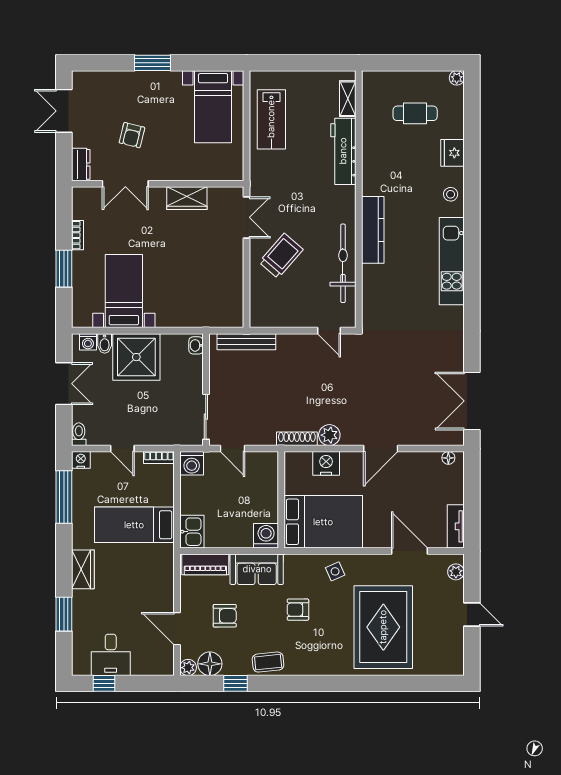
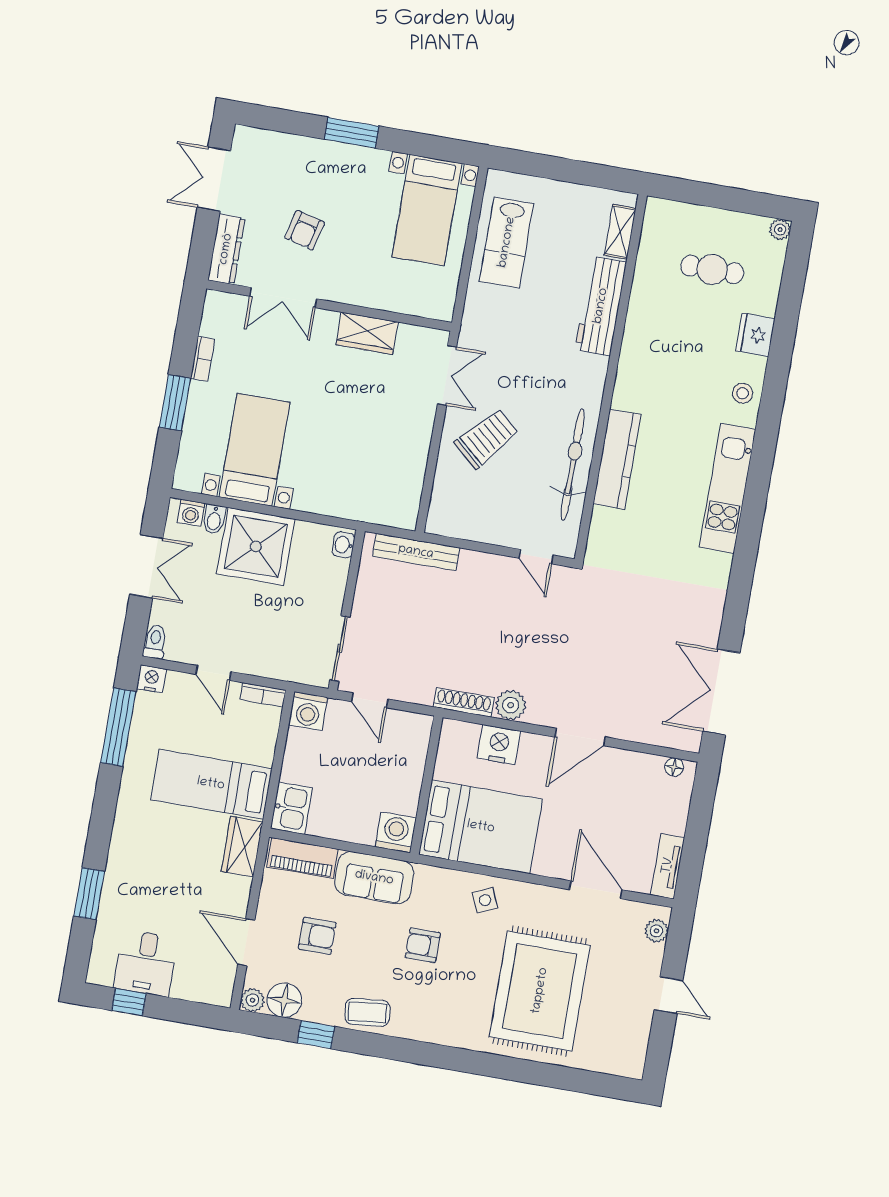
dresser: (81, 164) -> (226, 249), width x1.44
kitchen counter: (373, 230) -> (617, 459), moved
wardrobe: (83, 569) -> (242, 847), moved, turned 180

